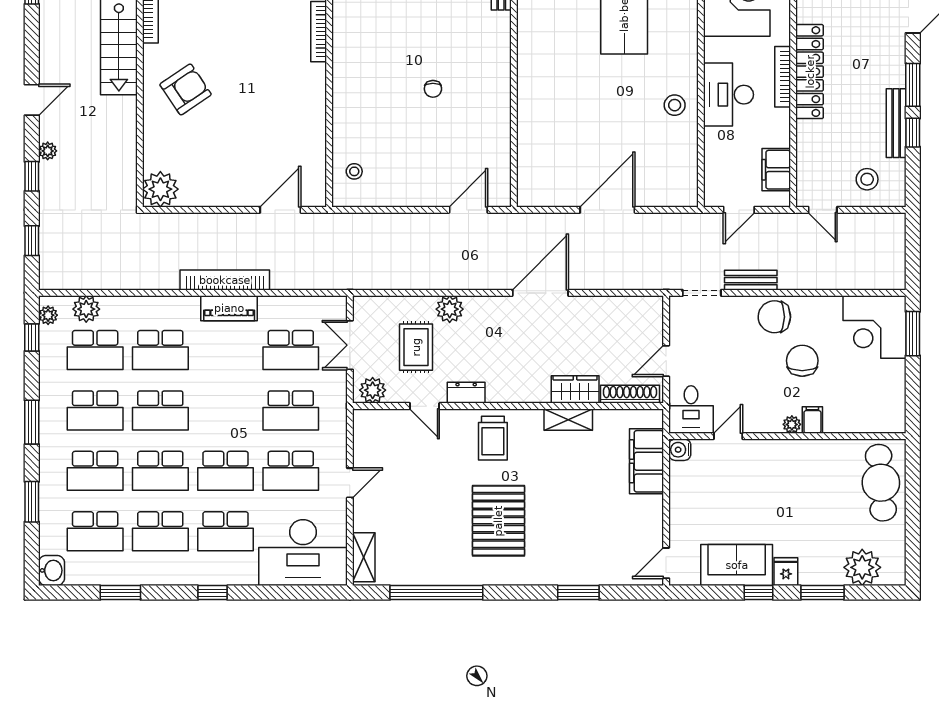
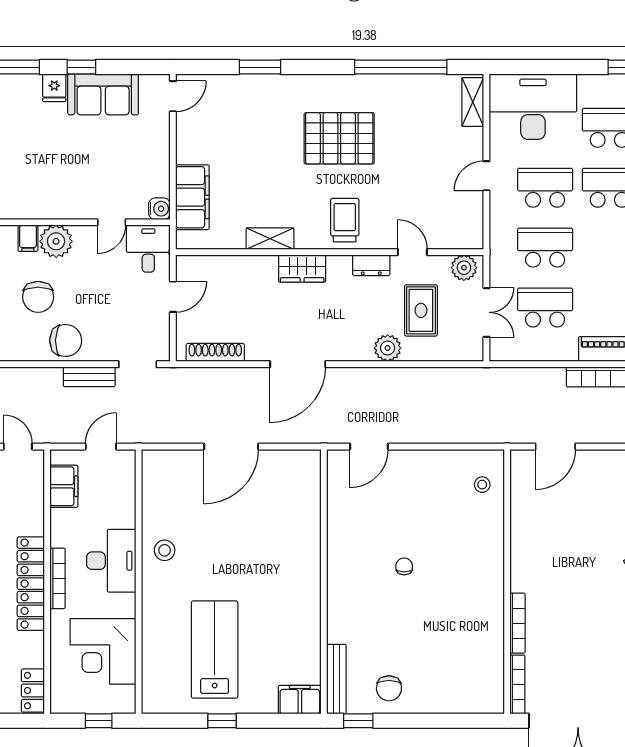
wardrobe: (575, 389) -> (302, 268), moved
shoe rack: (630, 394) -> (215, 352), moved, turned 180
plant: (792, 424) -> (56, 241), width x1.88, depth x1.88
pallet: (498, 521) -> (339, 138), turned 90

